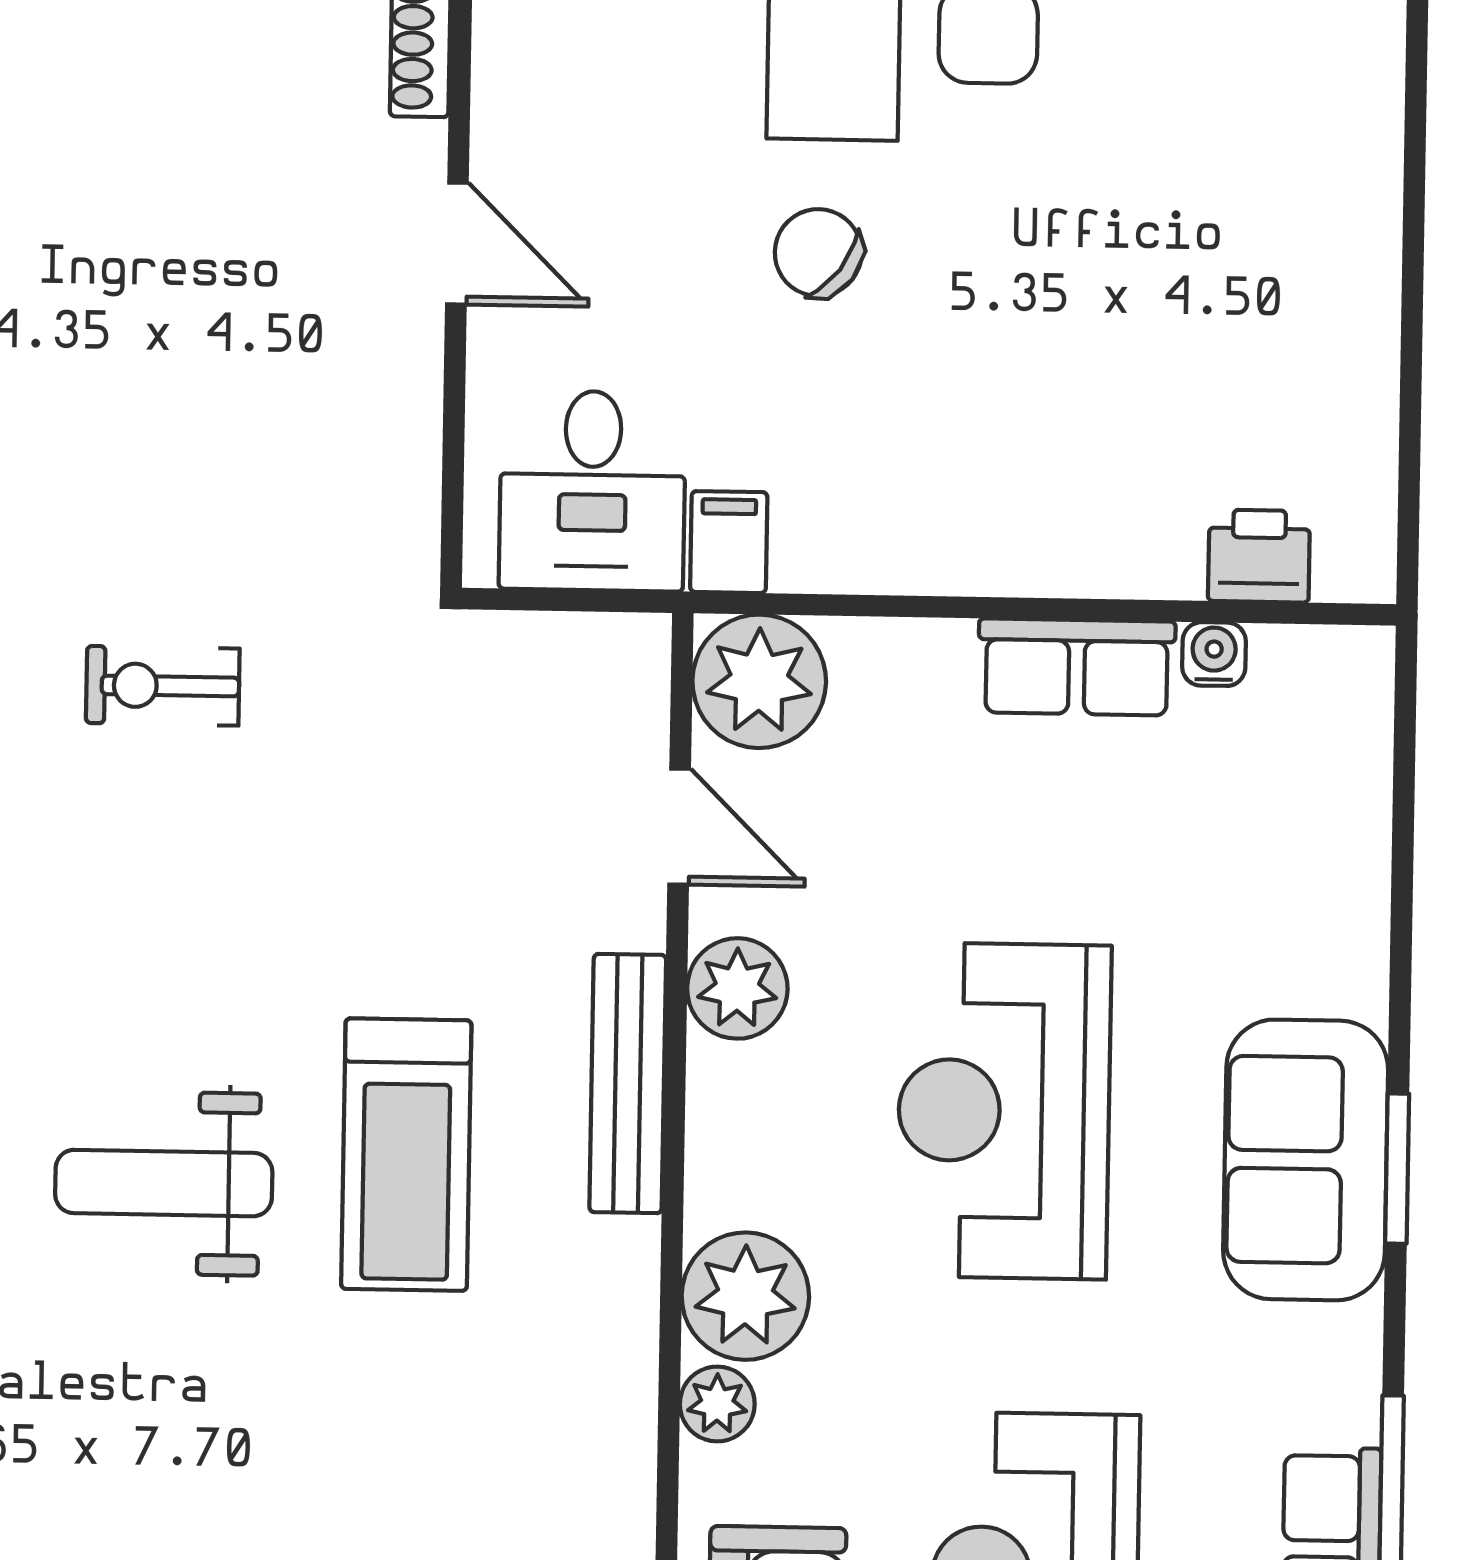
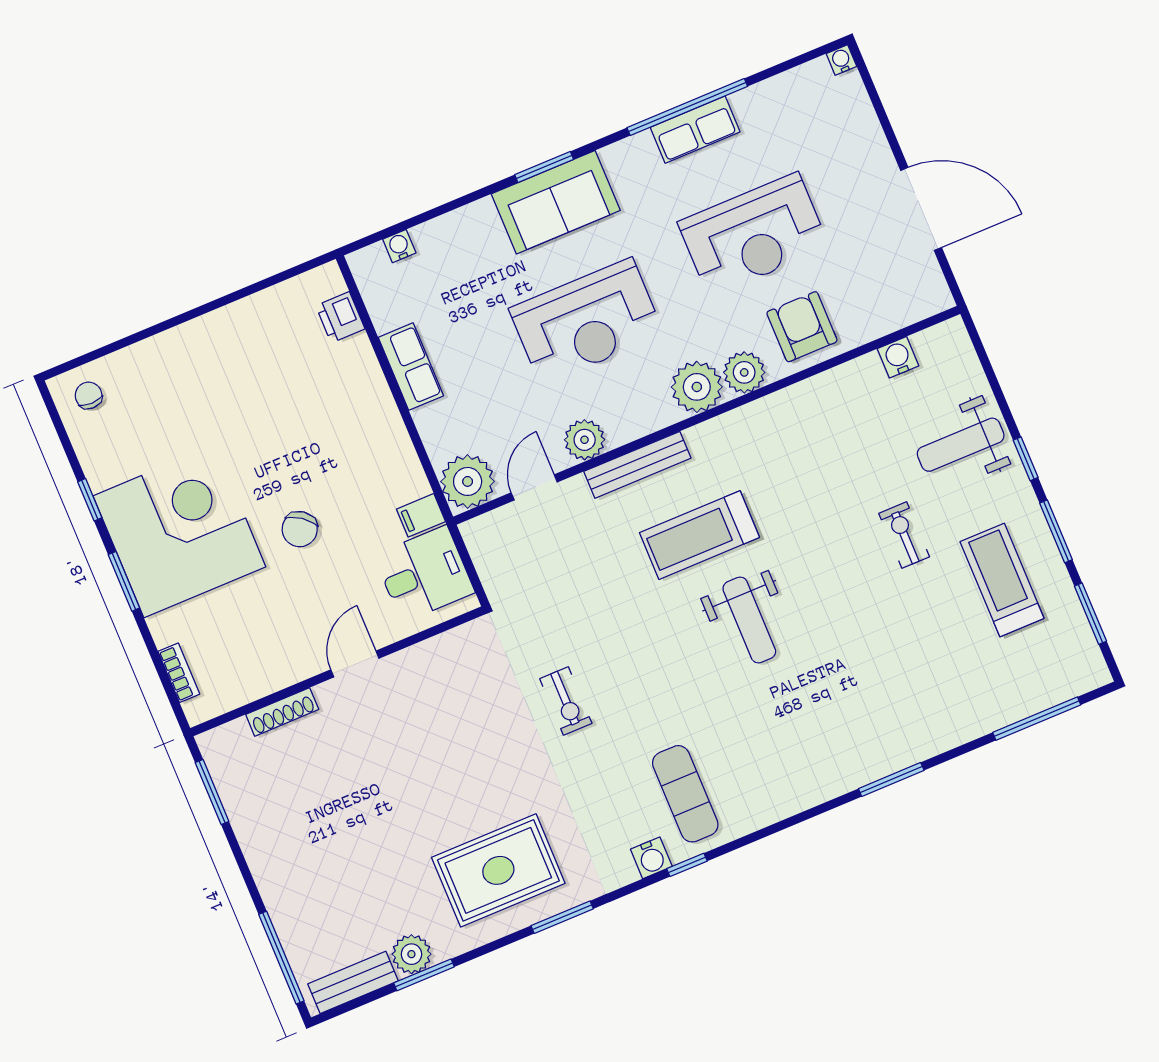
water cooler: (1214, 654) -> (399, 246), moved, turned 90
treadmill: (406, 1155) -> (699, 535), turned 180
plant: (717, 1404) -> (744, 372), width x1.38, depth x1.38

